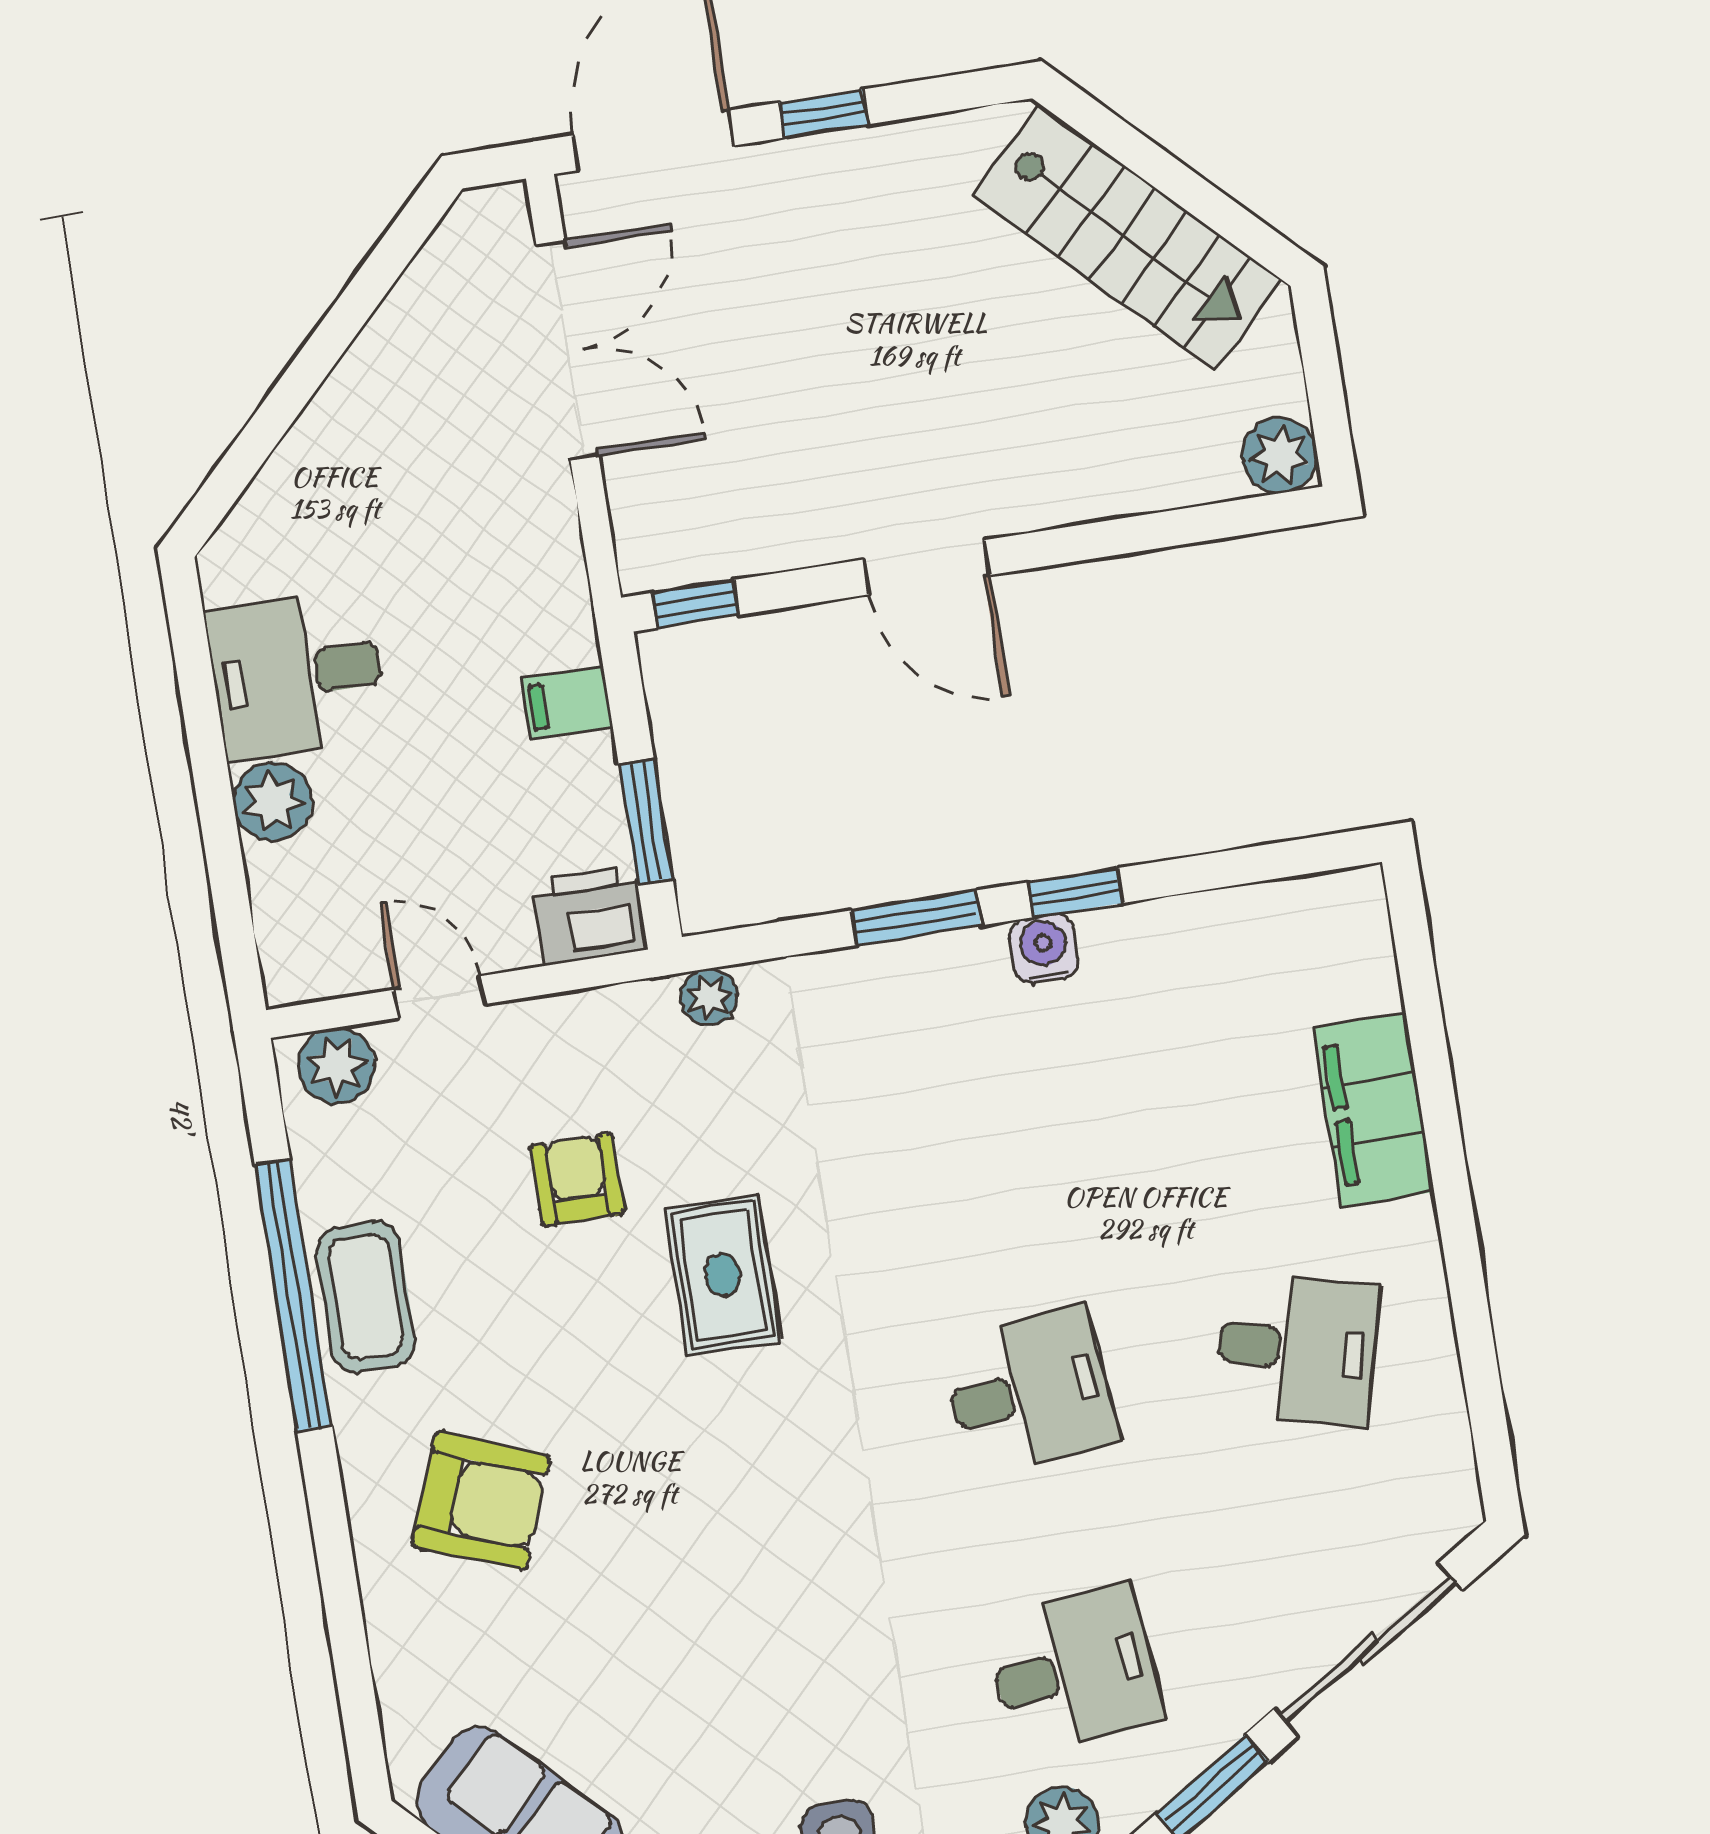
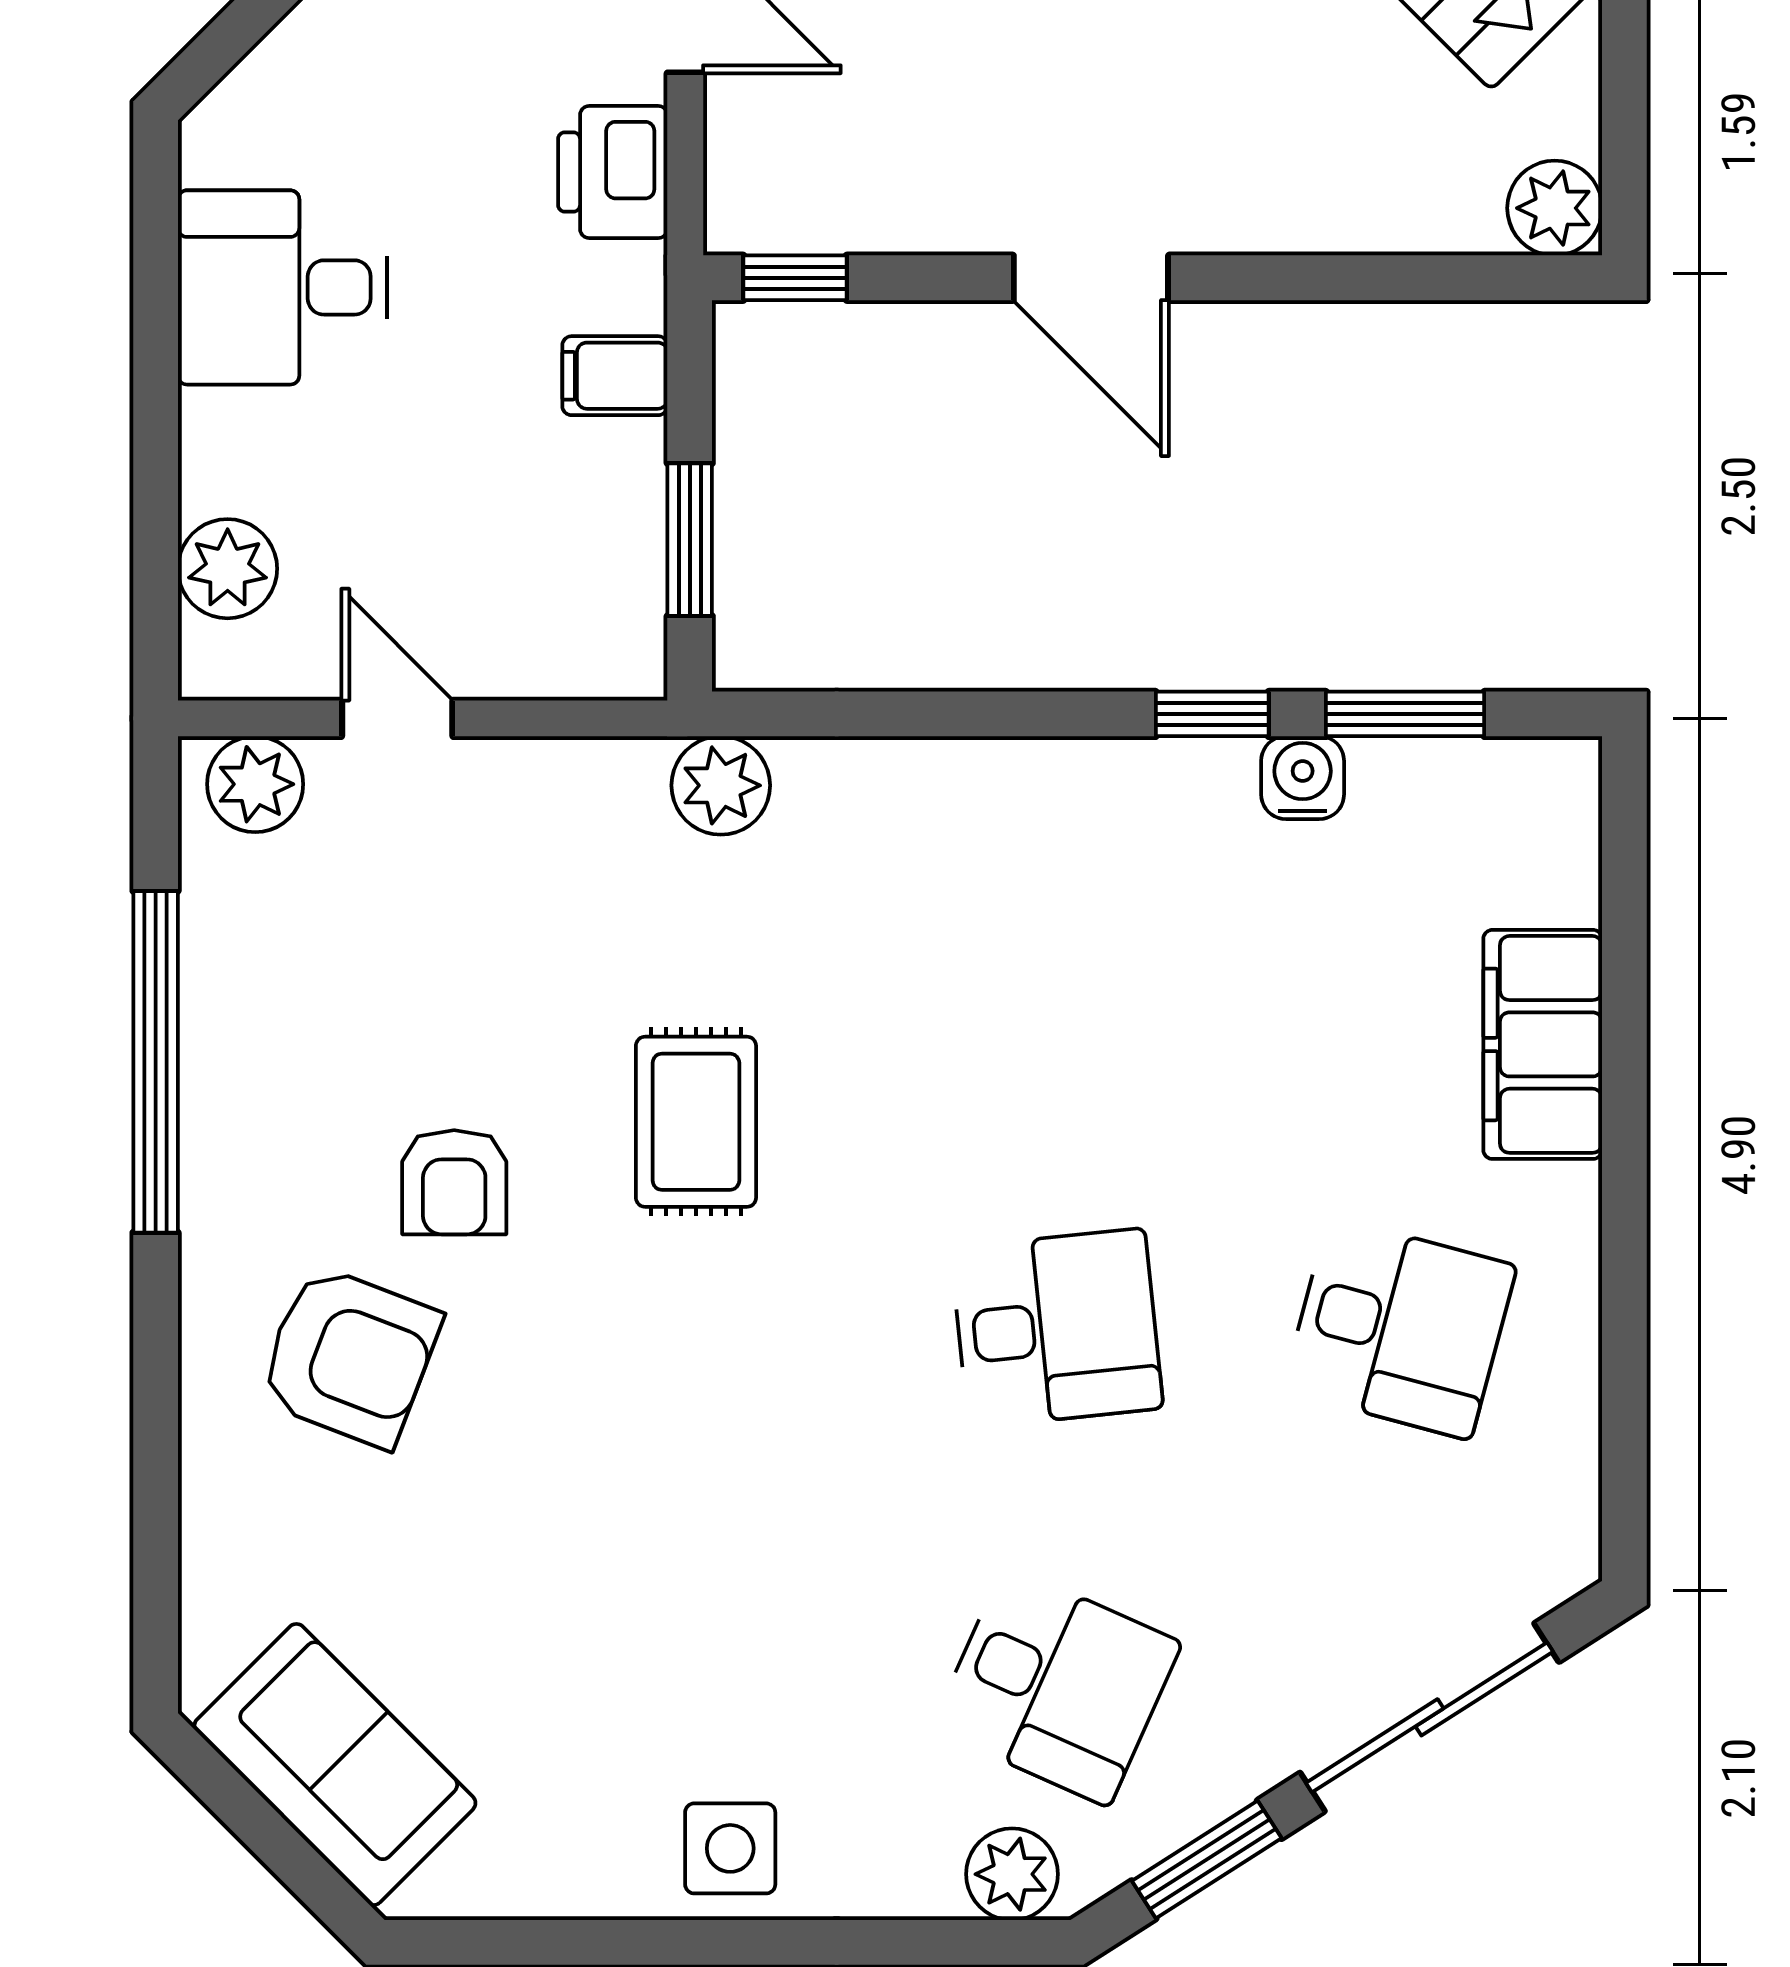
plant: (273, 802) -> (228, 569), moved
printer: (590, 915) -> (613, 172), moved, turned -90
window: (916, 918) -> (1405, 714), moved
water cooler: (1044, 949) -> (1303, 778), moved
plant: (709, 997) -> (721, 785), width x1.38, depth x1.38
armchair: (577, 1180) -> (454, 1182), moved, turned 180
coffee table: (366, 1297) -> (246, 1079), removed
desk: (1074, 1670) -> (1057, 1686), turned 30

